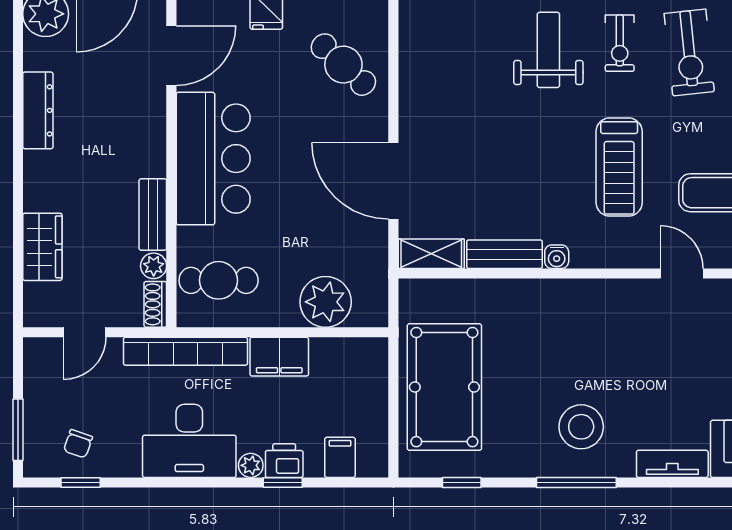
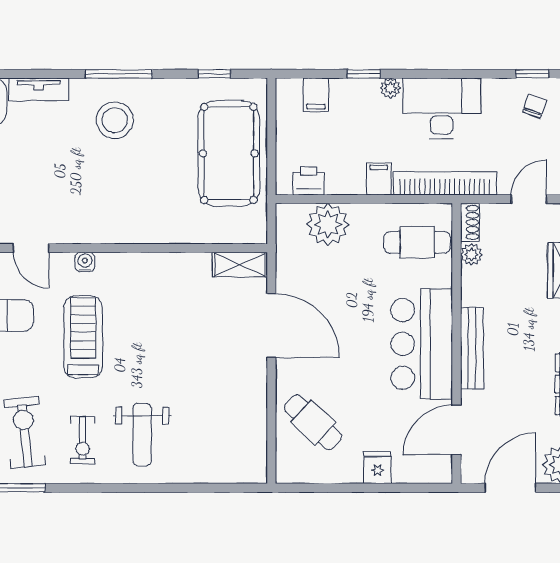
exercise bike: (620, 43) -> (83, 440), turned 180
bench: (153, 215) -> (472, 348), moved, width x1.36
bench: (504, 254) -> (179, 264), removed
water cooler: (557, 257) -> (85, 262), moved
filing cabinet: (279, 357) -> (379, 179), width x0.50
printer: (284, 461) -> (309, 181), moved, turned 180

